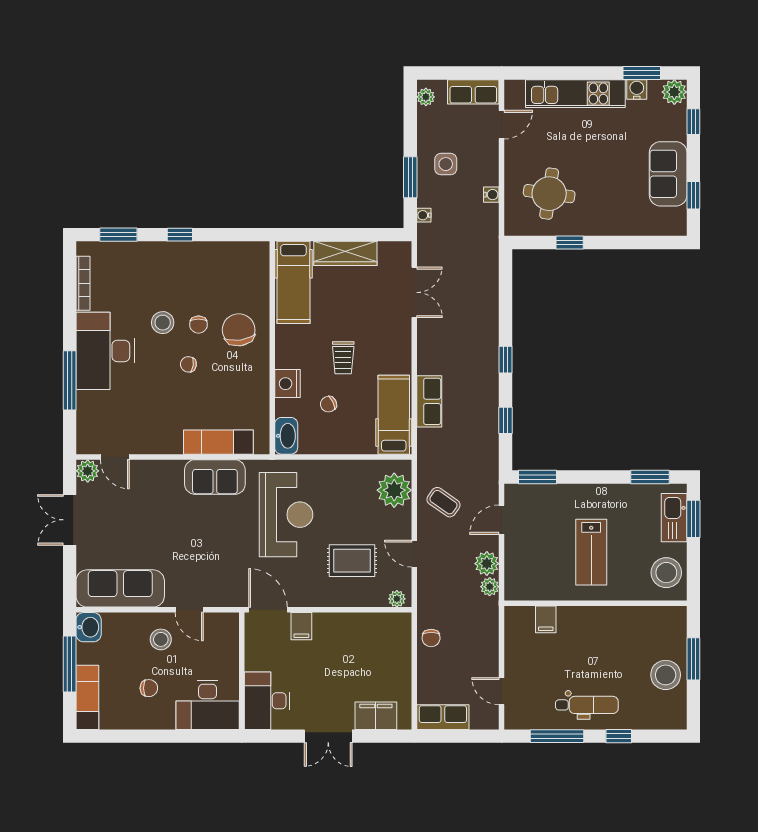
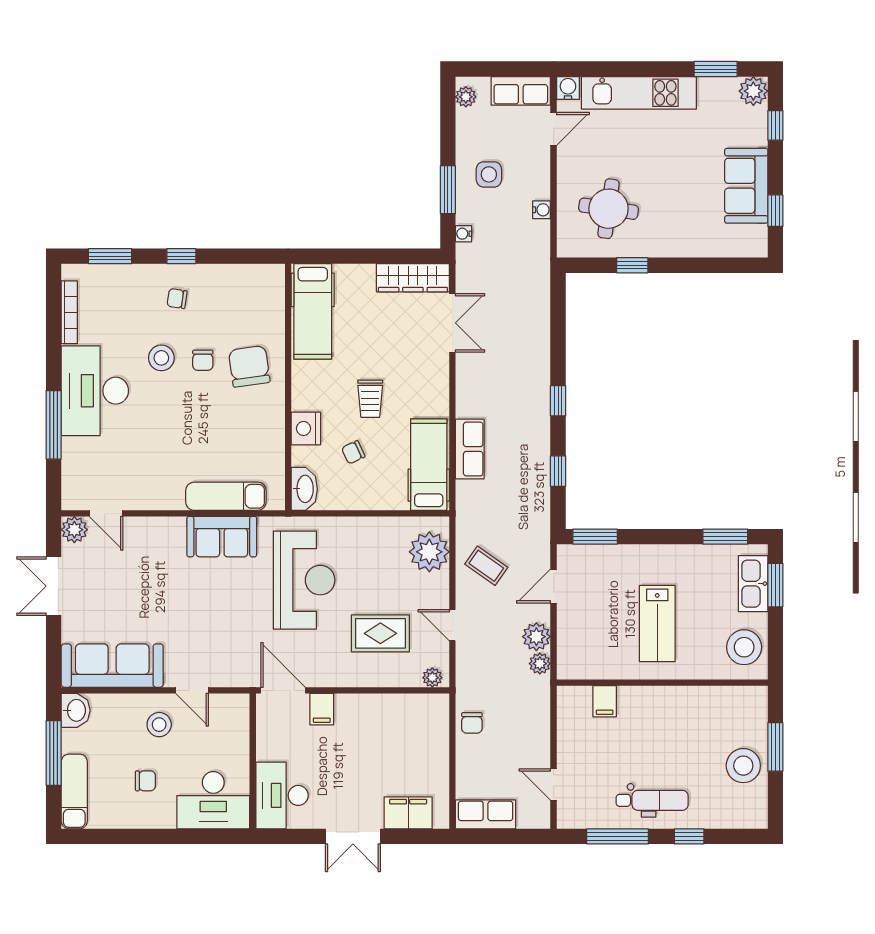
water cooler: (637, 89) -> (568, 88), moved
wardrobe: (345, 253) -> (413, 278), moved
chair: (188, 364) -> (177, 299), moved

